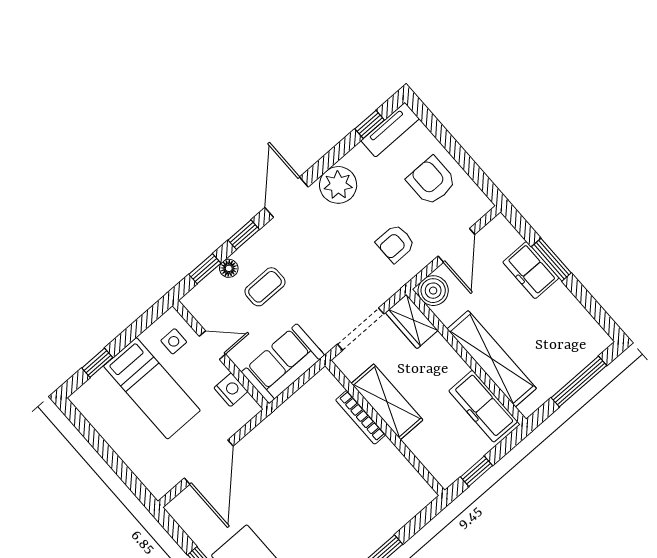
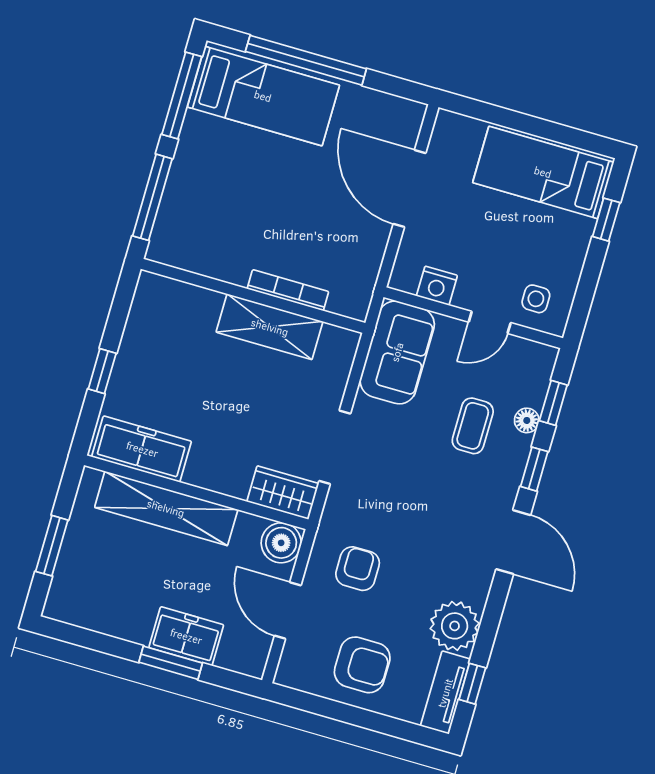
plant: (338, 185) -> (455, 626), moved
window: (579, 382) -> (52, 546), width x0.69
bed: (152, 388) -> (543, 172), moved
shelving: (387, 402) -> (270, 327), moved
bookcase: (361, 417) -> (288, 290), moved
wall: (385, 428) -> (253, 296), moved

